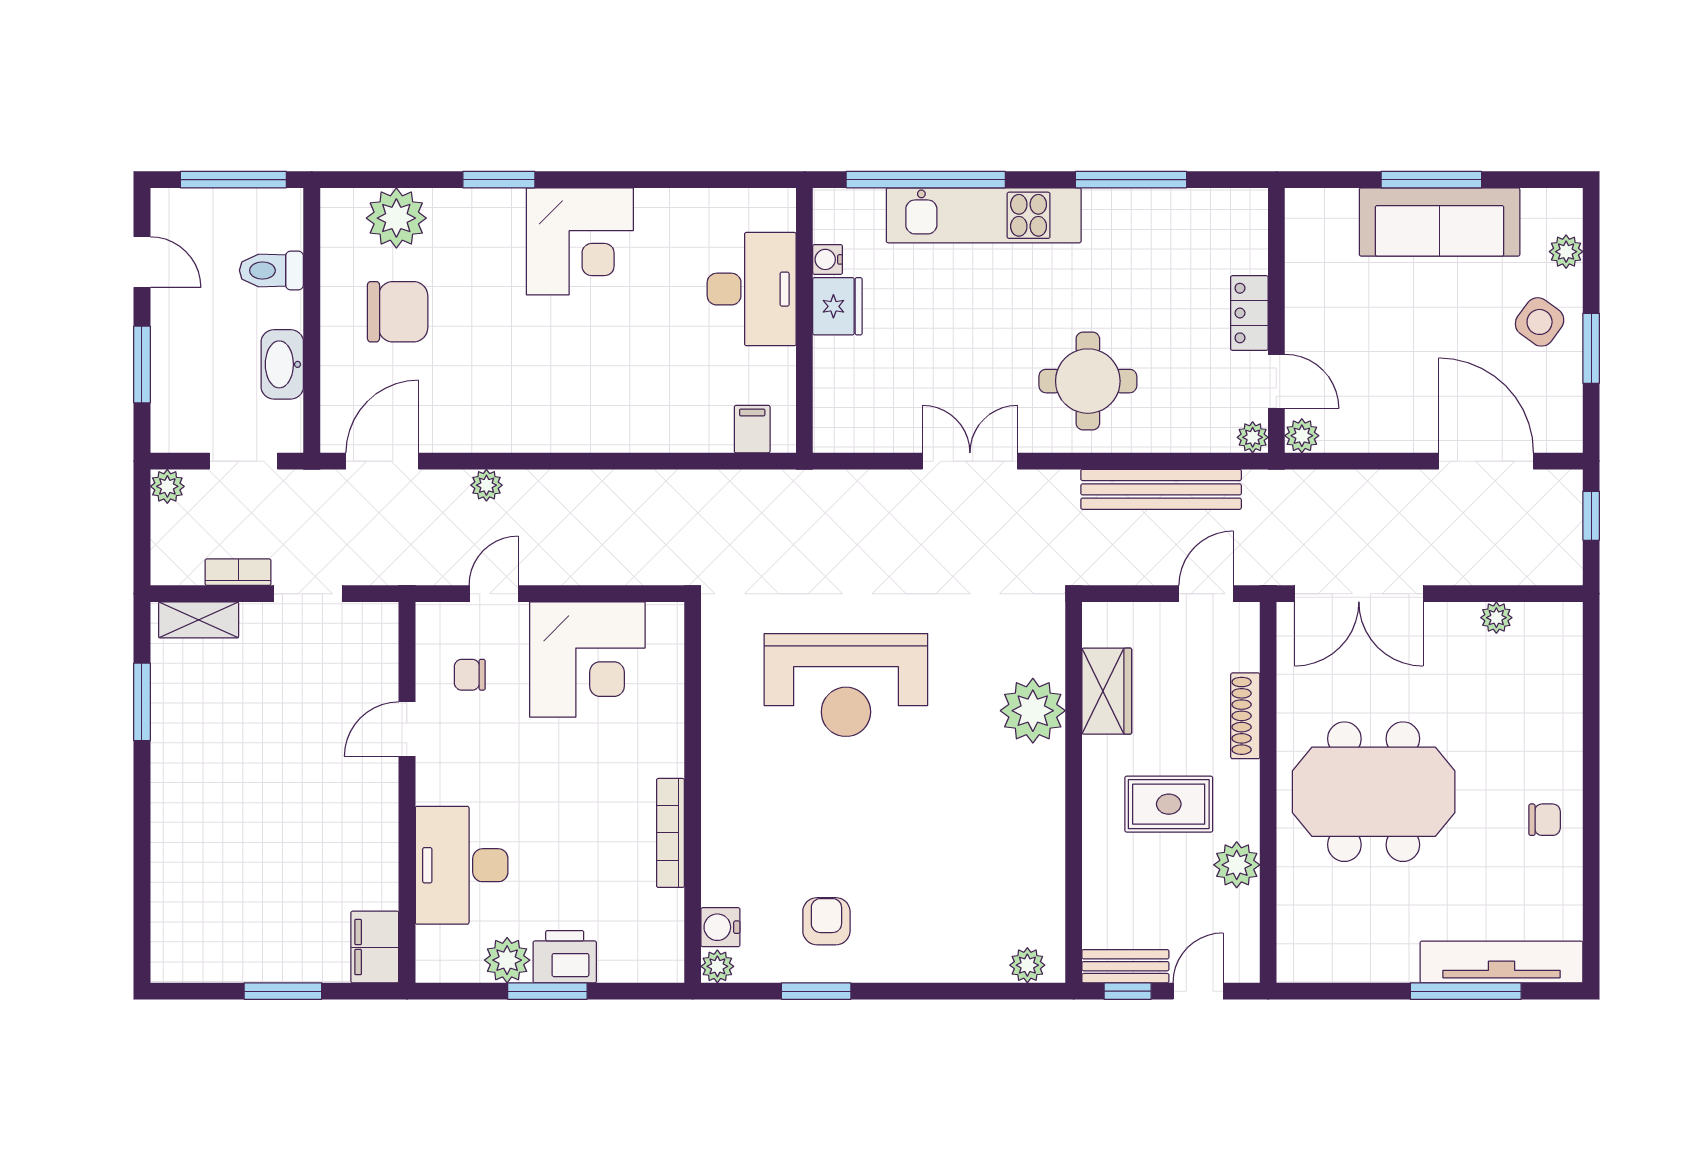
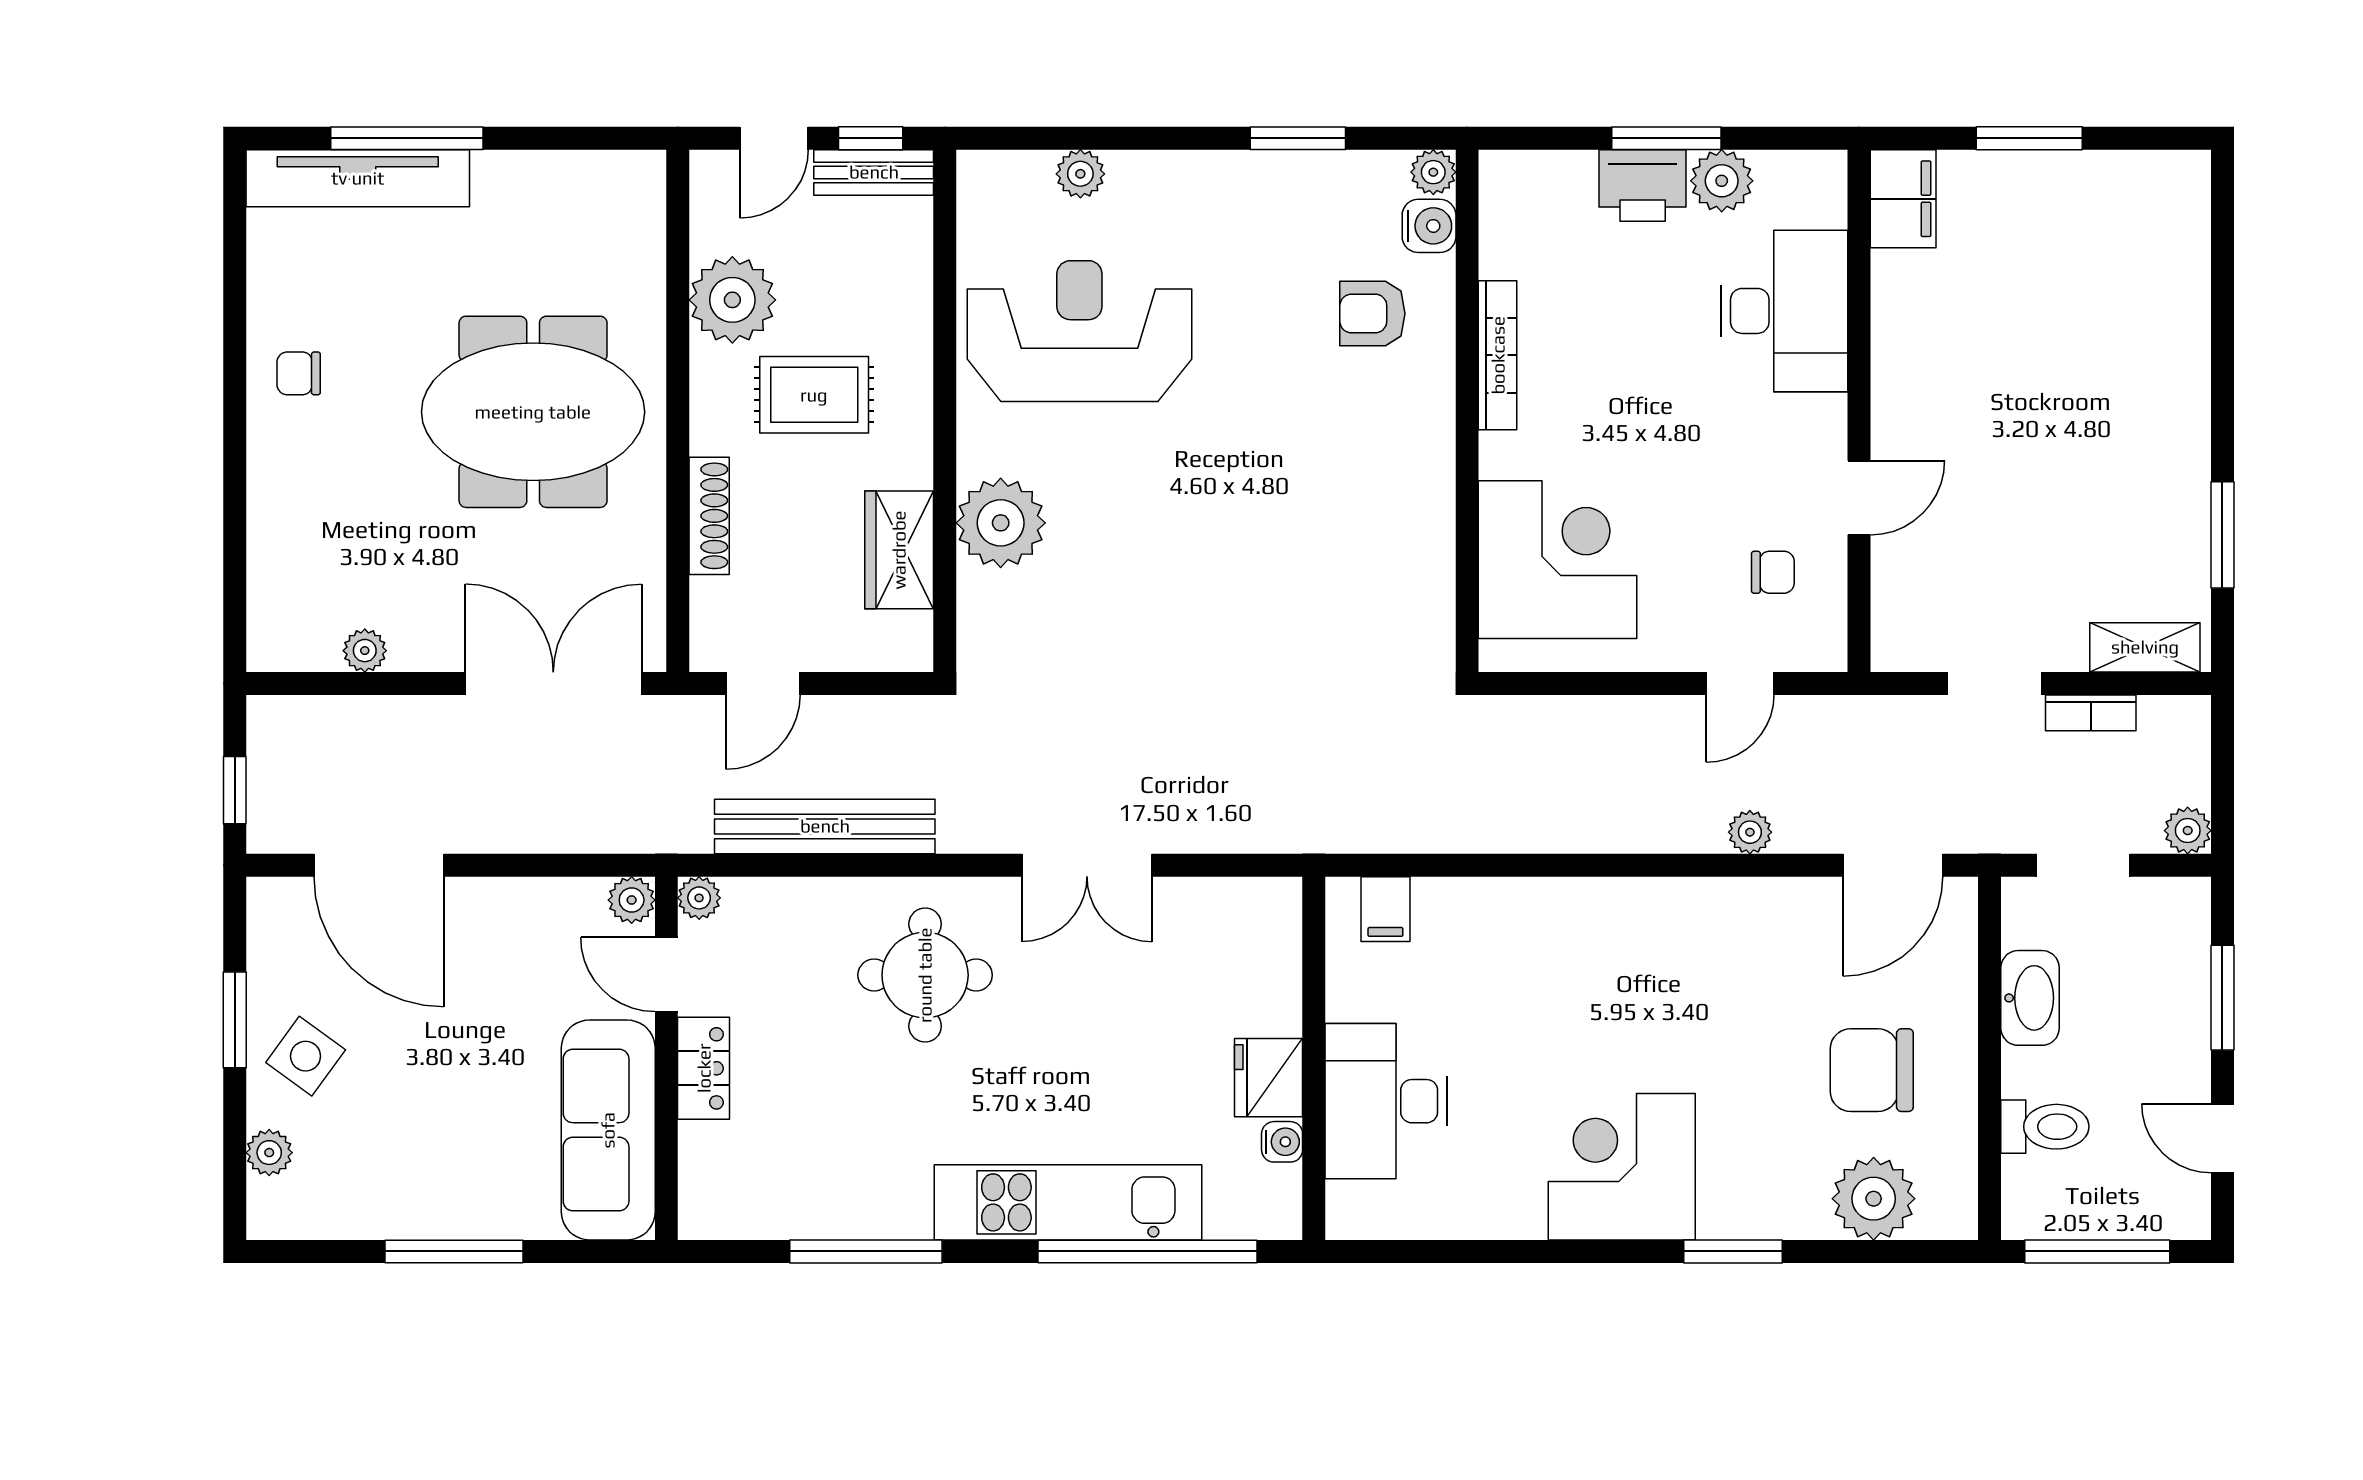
sofa: (1440, 222) -> (608, 1130), moved, turned -90
corner desk: (587, 660) -> (1558, 560), moved, turned 90
reception desk: (846, 685) -> (1079, 331), moved
plant: (1237, 865) -> (732, 300), width x1.36, depth x1.36
armchair: (826, 921) -> (1372, 314), moved, turned 90
plant: (1027, 965) -> (1080, 174), moved

